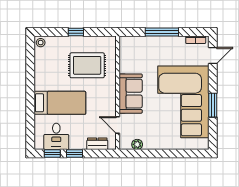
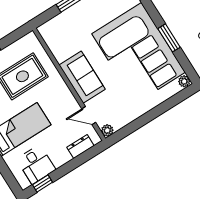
plant: (137, 144) -> (107, 130), moved
plant: (204, 144) -> (184, 81), added
window: (75, 154) -> (64, 170), removed

